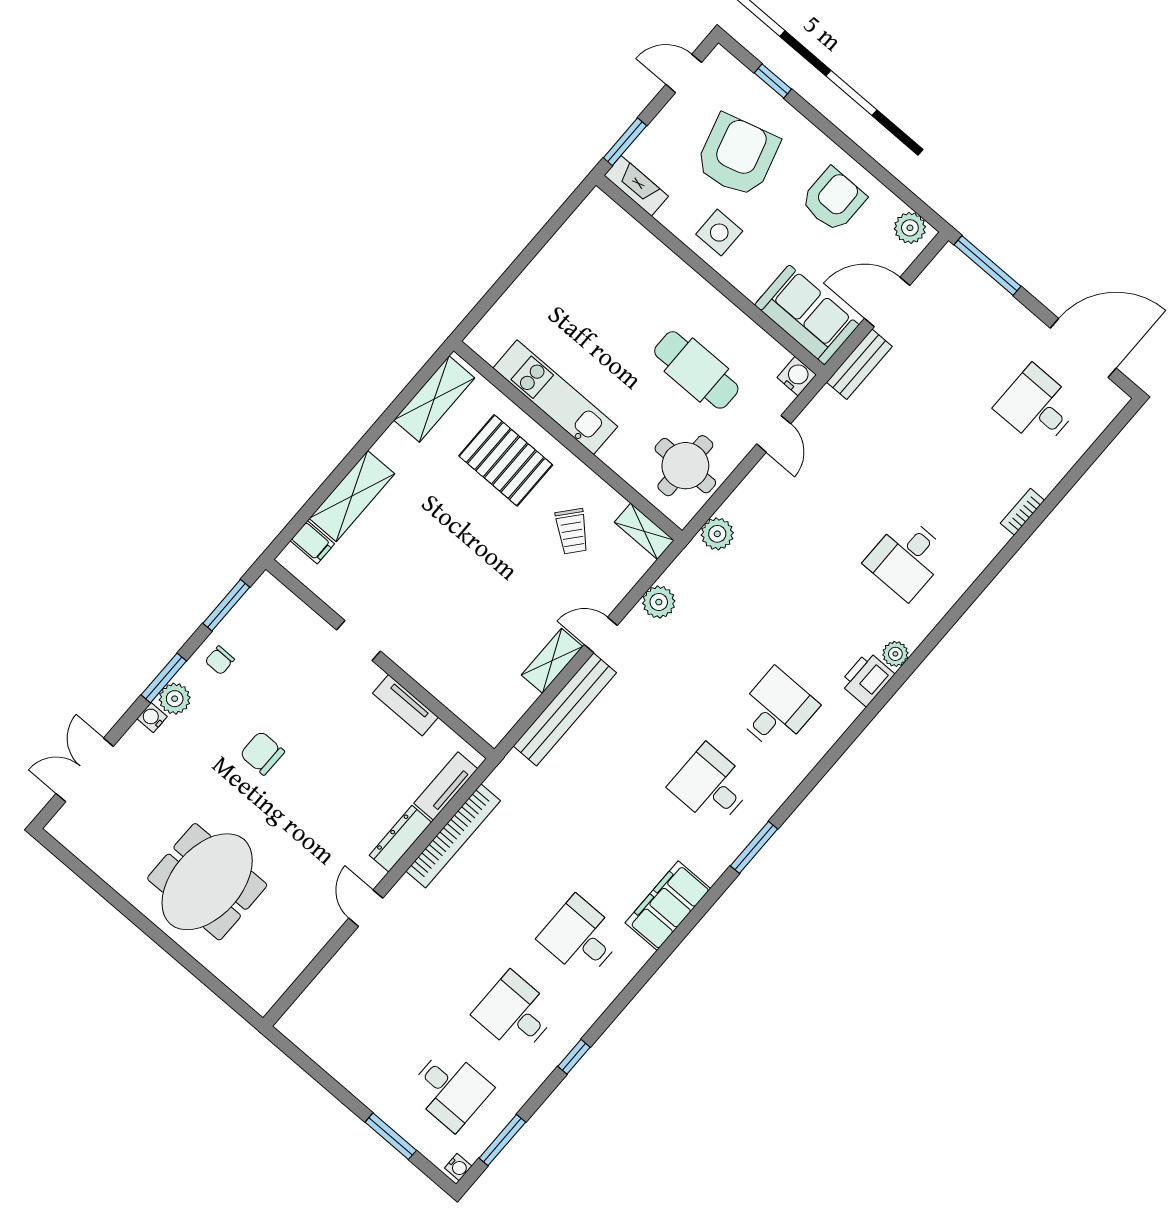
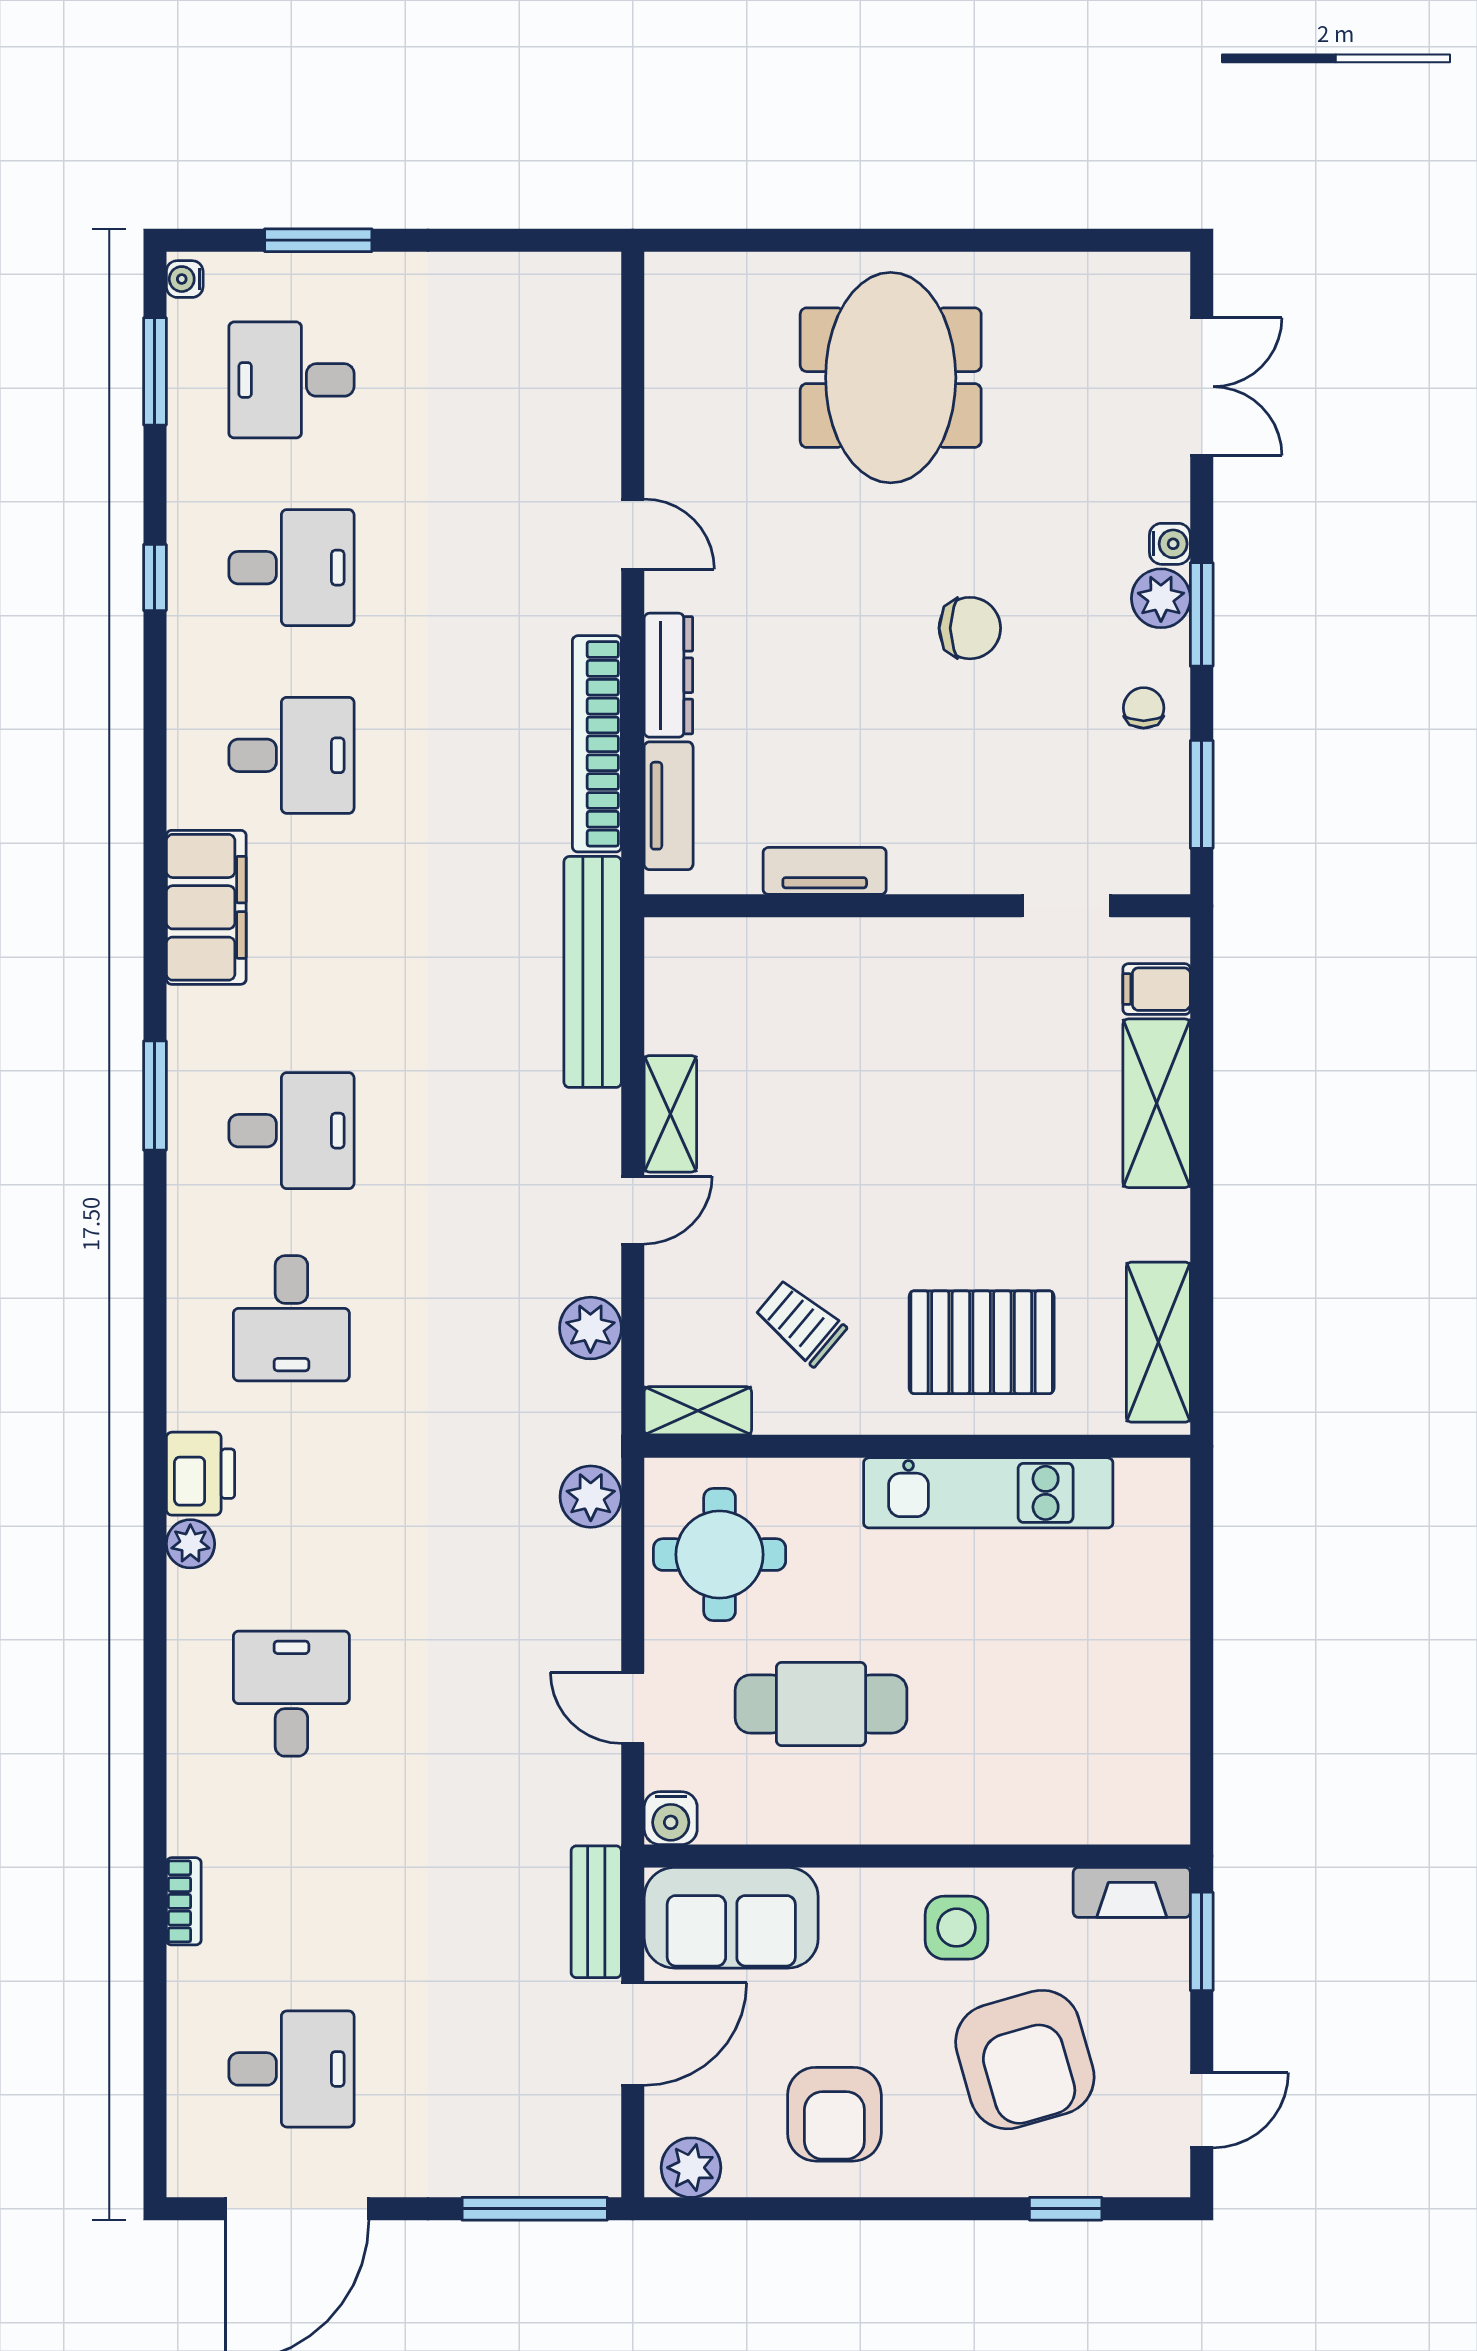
doorway: (358, 640) -> (1066, 906), moved
bench: (565, 709) -> (593, 972), moved

